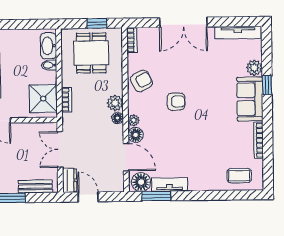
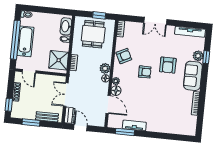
double door: (183, 22) -> (155, 21), width x0.73
window: (267, 85) -> (206, 57), moved
armchair: (210, 87) -> (168, 65), added
coffee table: (239, 176) -> (180, 125), removed
floor lamp: (141, 182) -> (116, 122), removed

